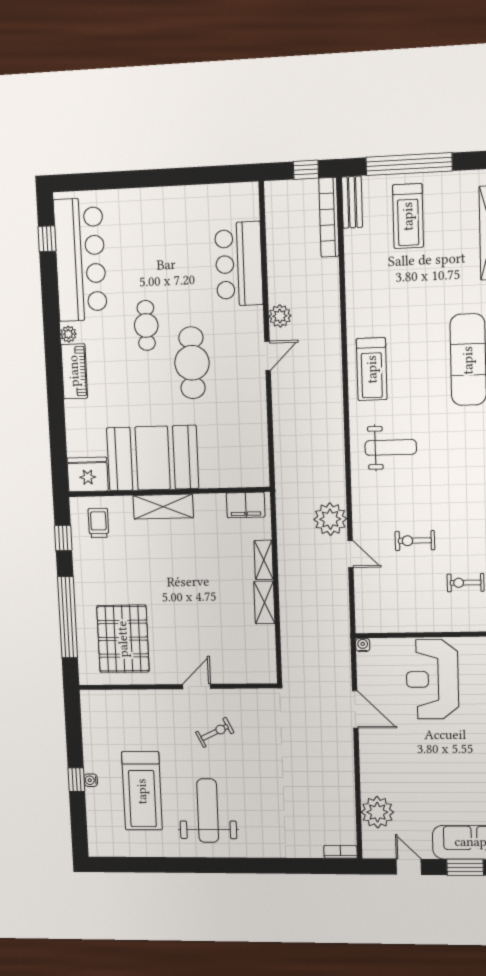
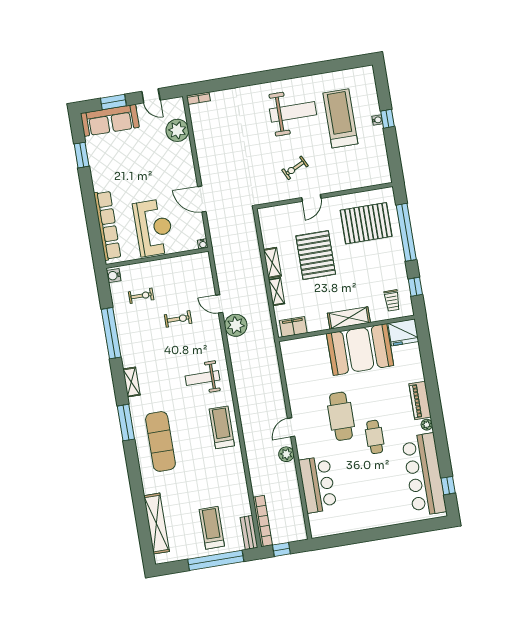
pallet: (200, 604) -> (316, 255), added
pallet: (123, 639) -> (366, 223), turned 90
weight bench: (208, 811) -> (293, 112), turned -90

